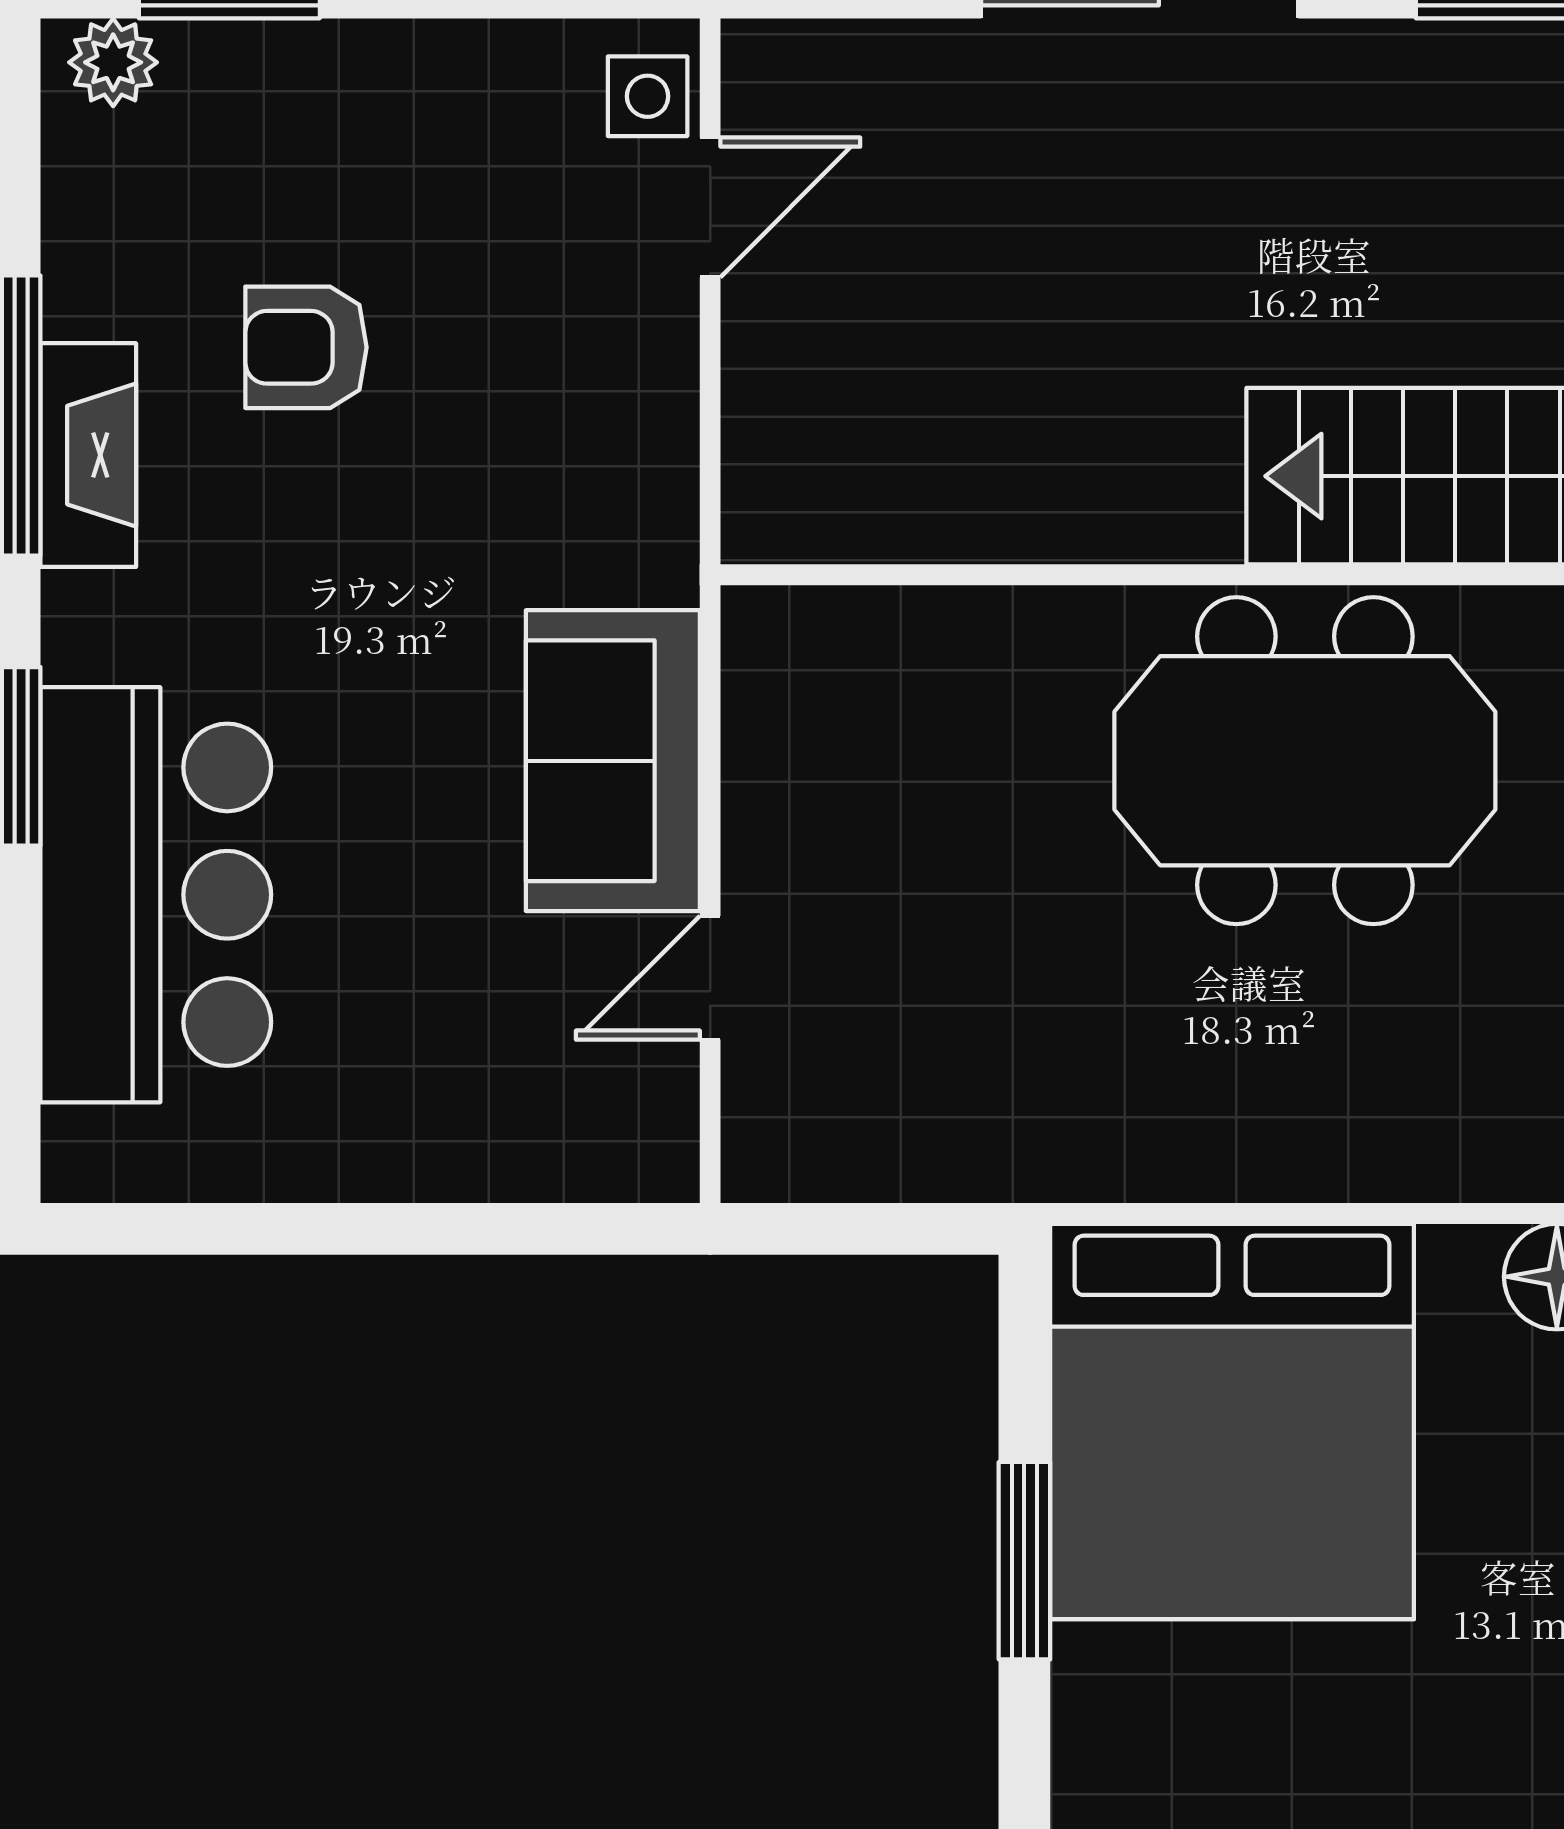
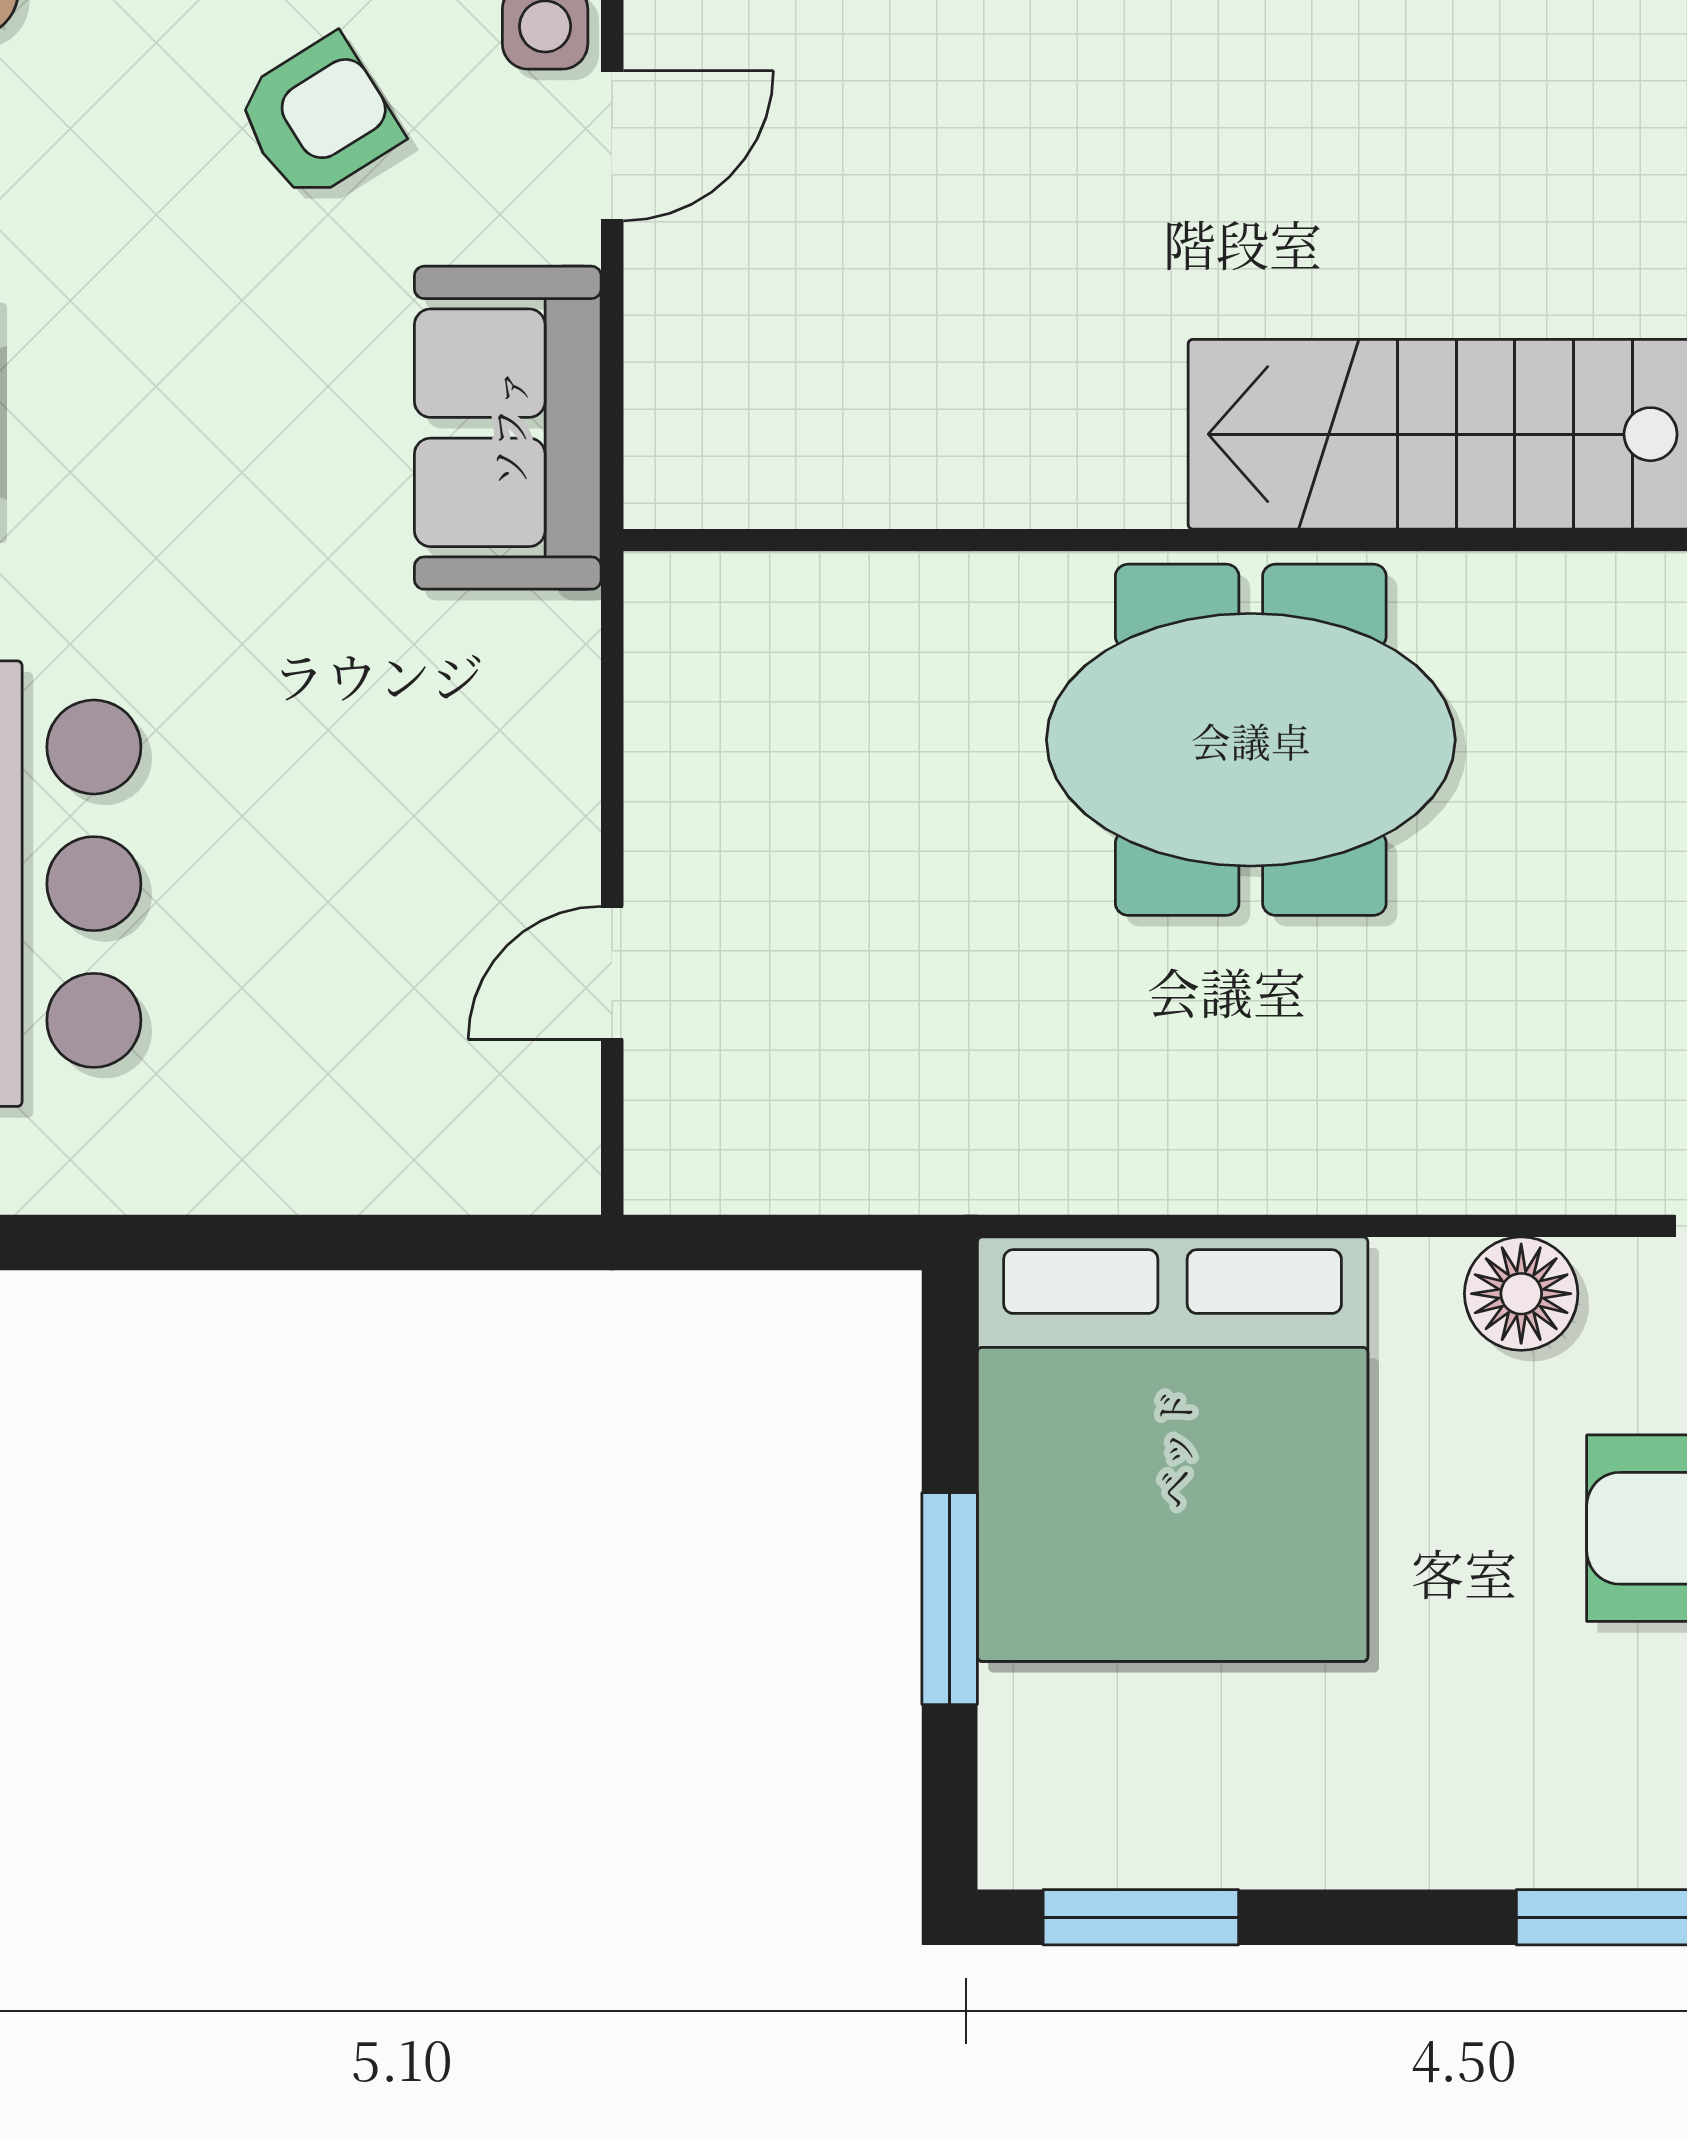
armchair: (306, 347) -> (318, 118), moved, turned 148
sofa: (613, 761) -> (508, 428), moved

